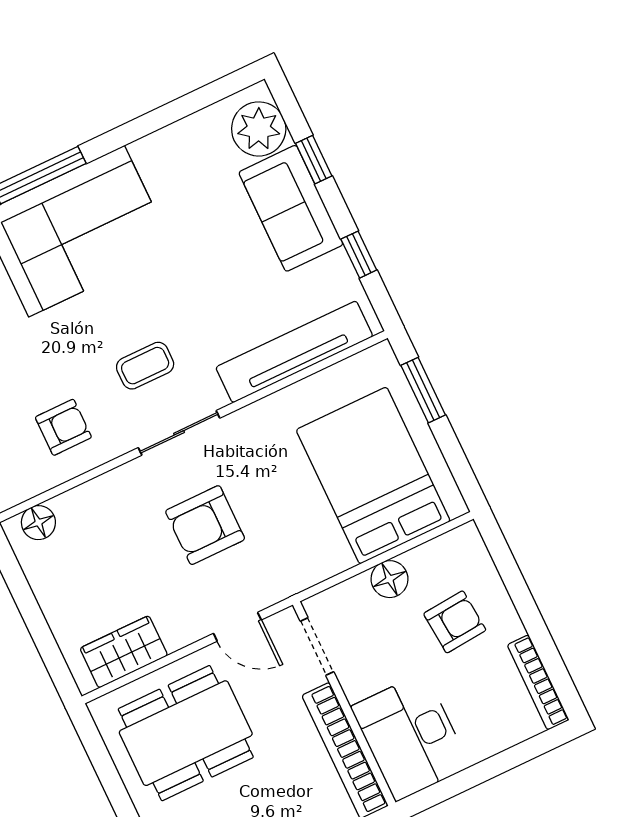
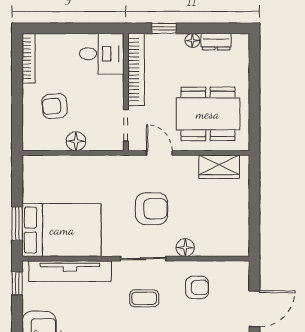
window: (359, 255) -> (17, 283), moved
armchair: (63, 427) -> (197, 287), turned 180
bed: (373, 475) -> (62, 230), moved, turned -90
floor lamp: (38, 523) -> (185, 248), moved
desk: (410, 737) -> (102, 54), width x0.73

